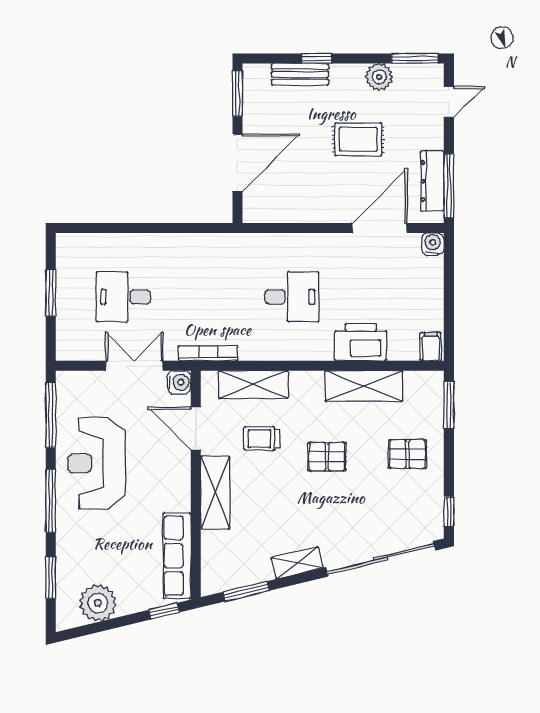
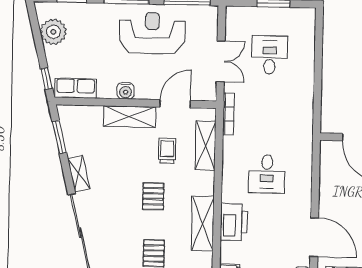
water cooler: (179, 382) -> (126, 91), moved
row of seats: (177, 556) -> (76, 88), width x0.68

